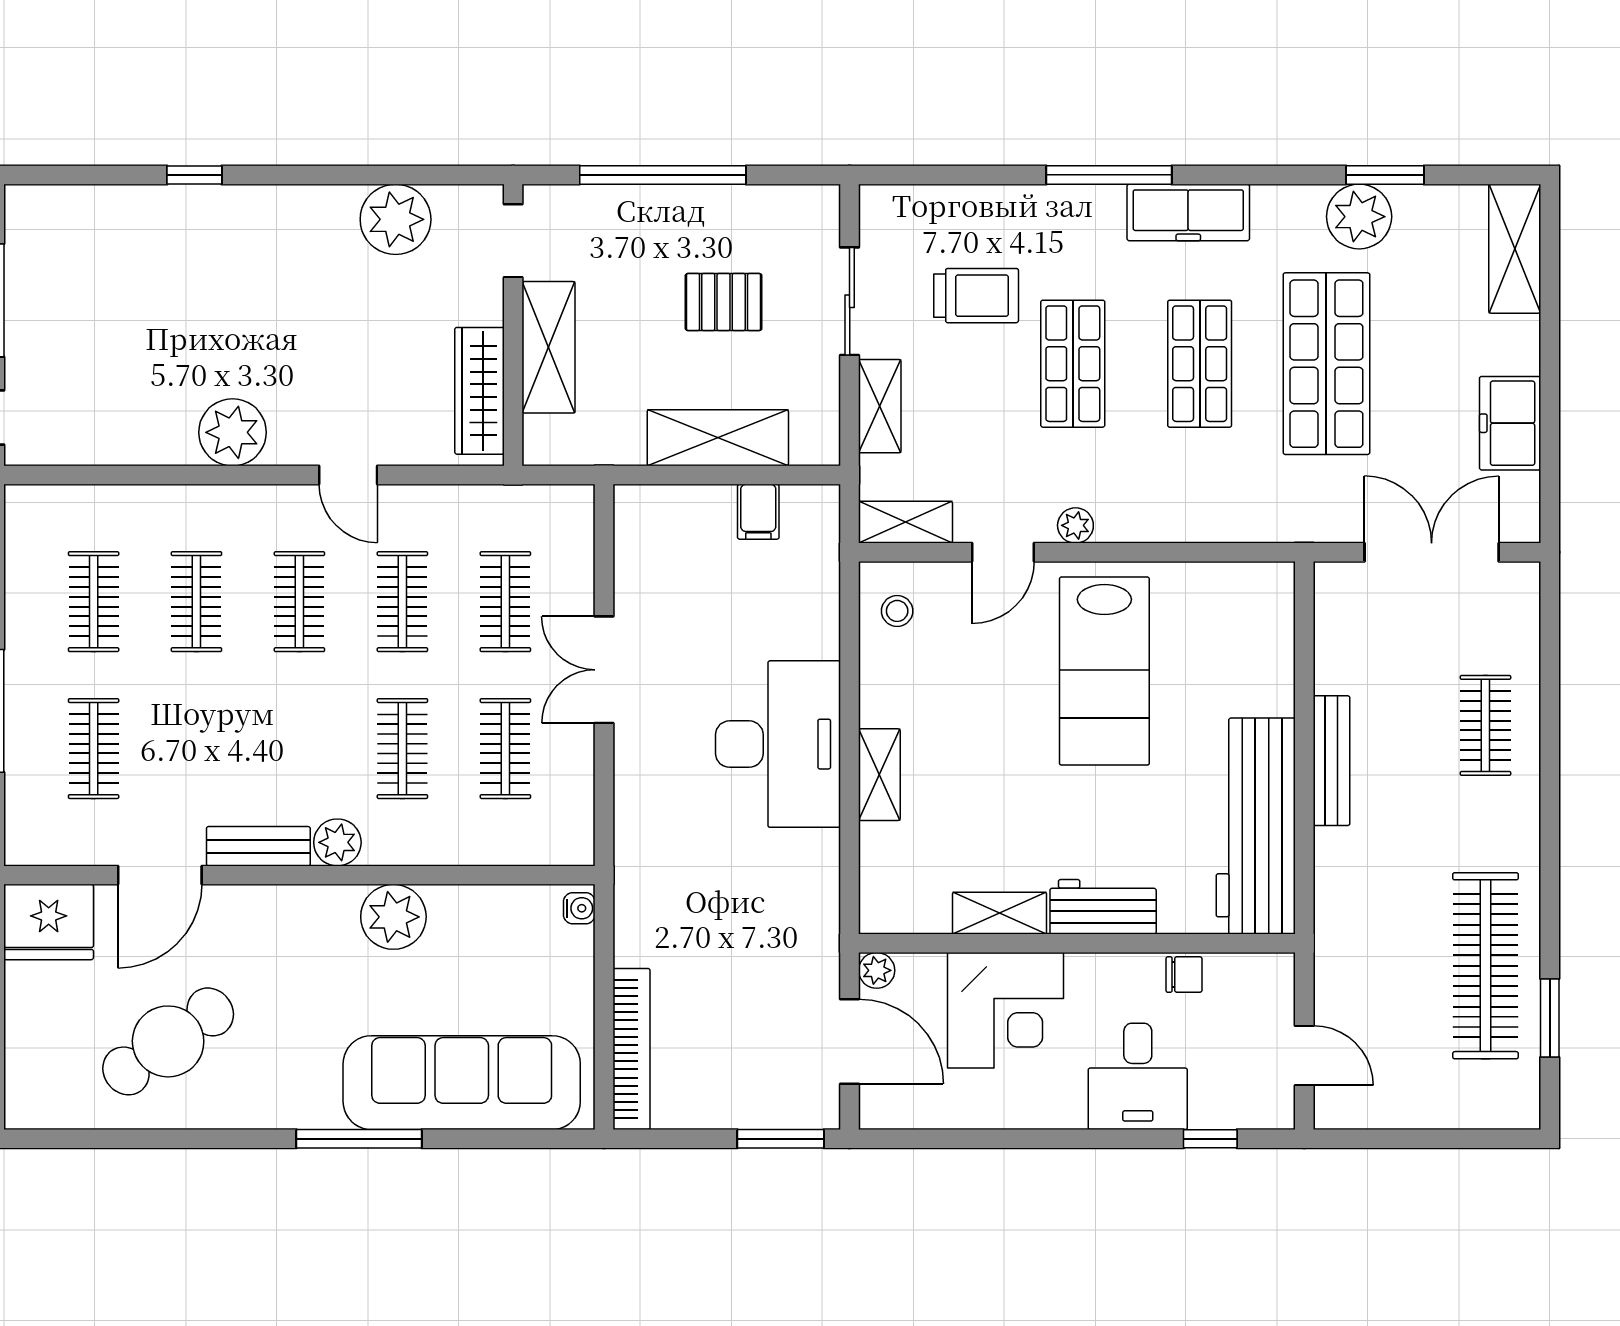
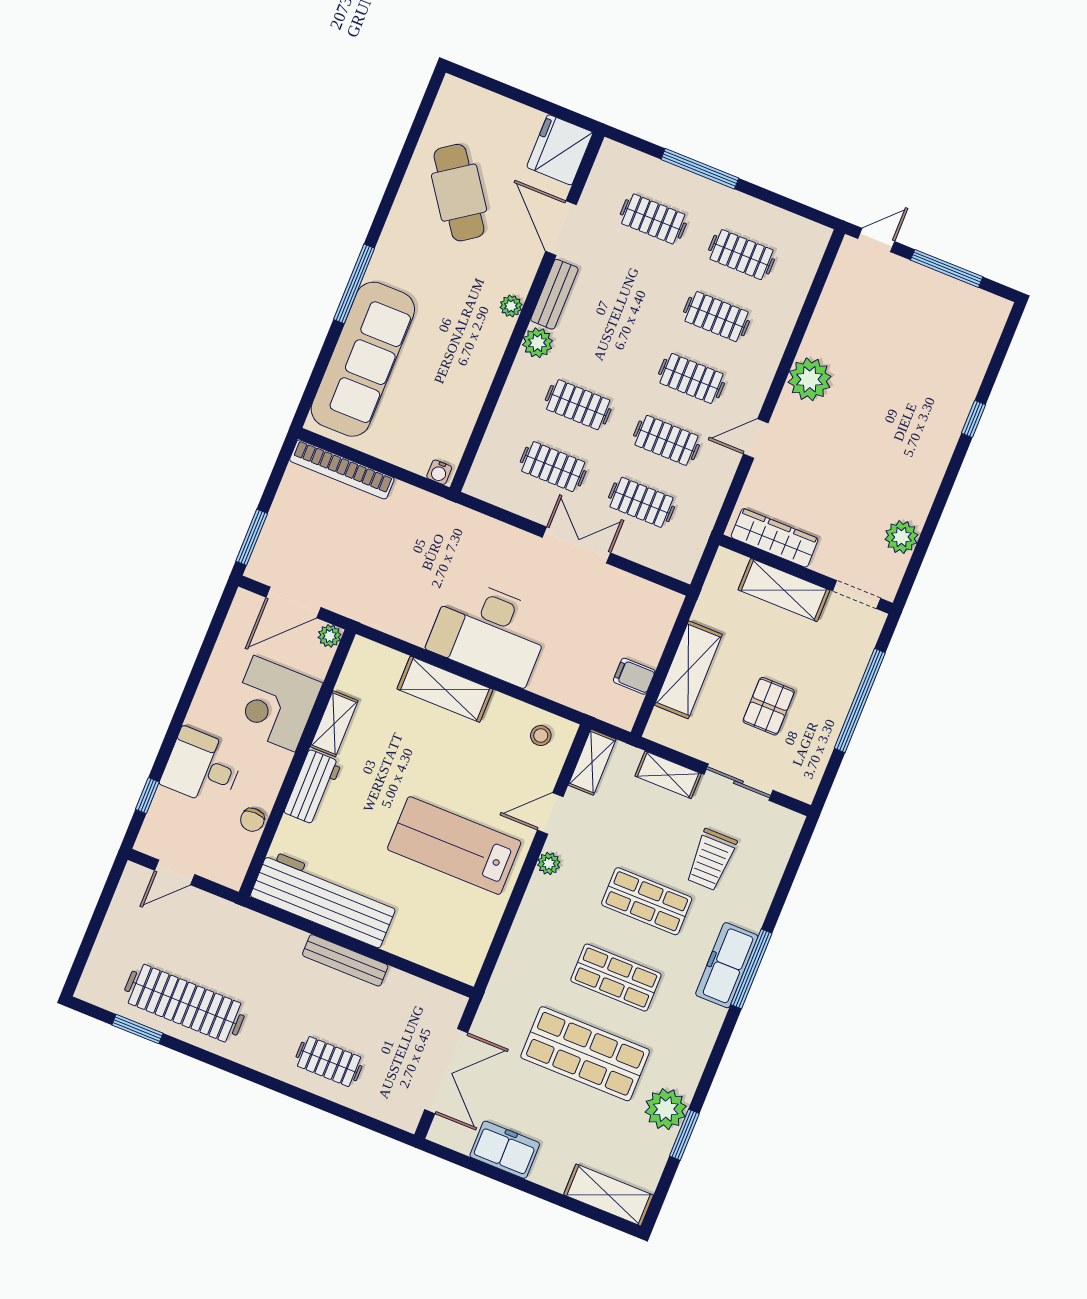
freezer: (1188, 212) -> (727, 965), moved
plant: (396, 219) -> (901, 537), width x0.73, depth x0.73
door: (1003, 552) -> (550, 813), hinge flipped
shelving: (879, 775) -> (445, 689), width x1.50, depth x1.33
plant: (393, 917) -> (511, 306), moved, width x0.53, depth x0.53

